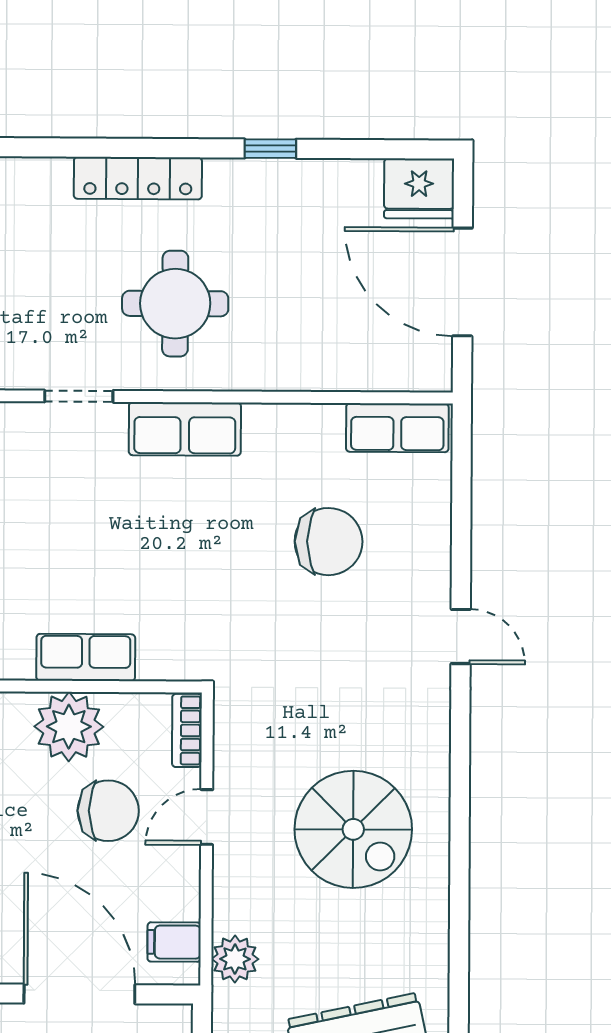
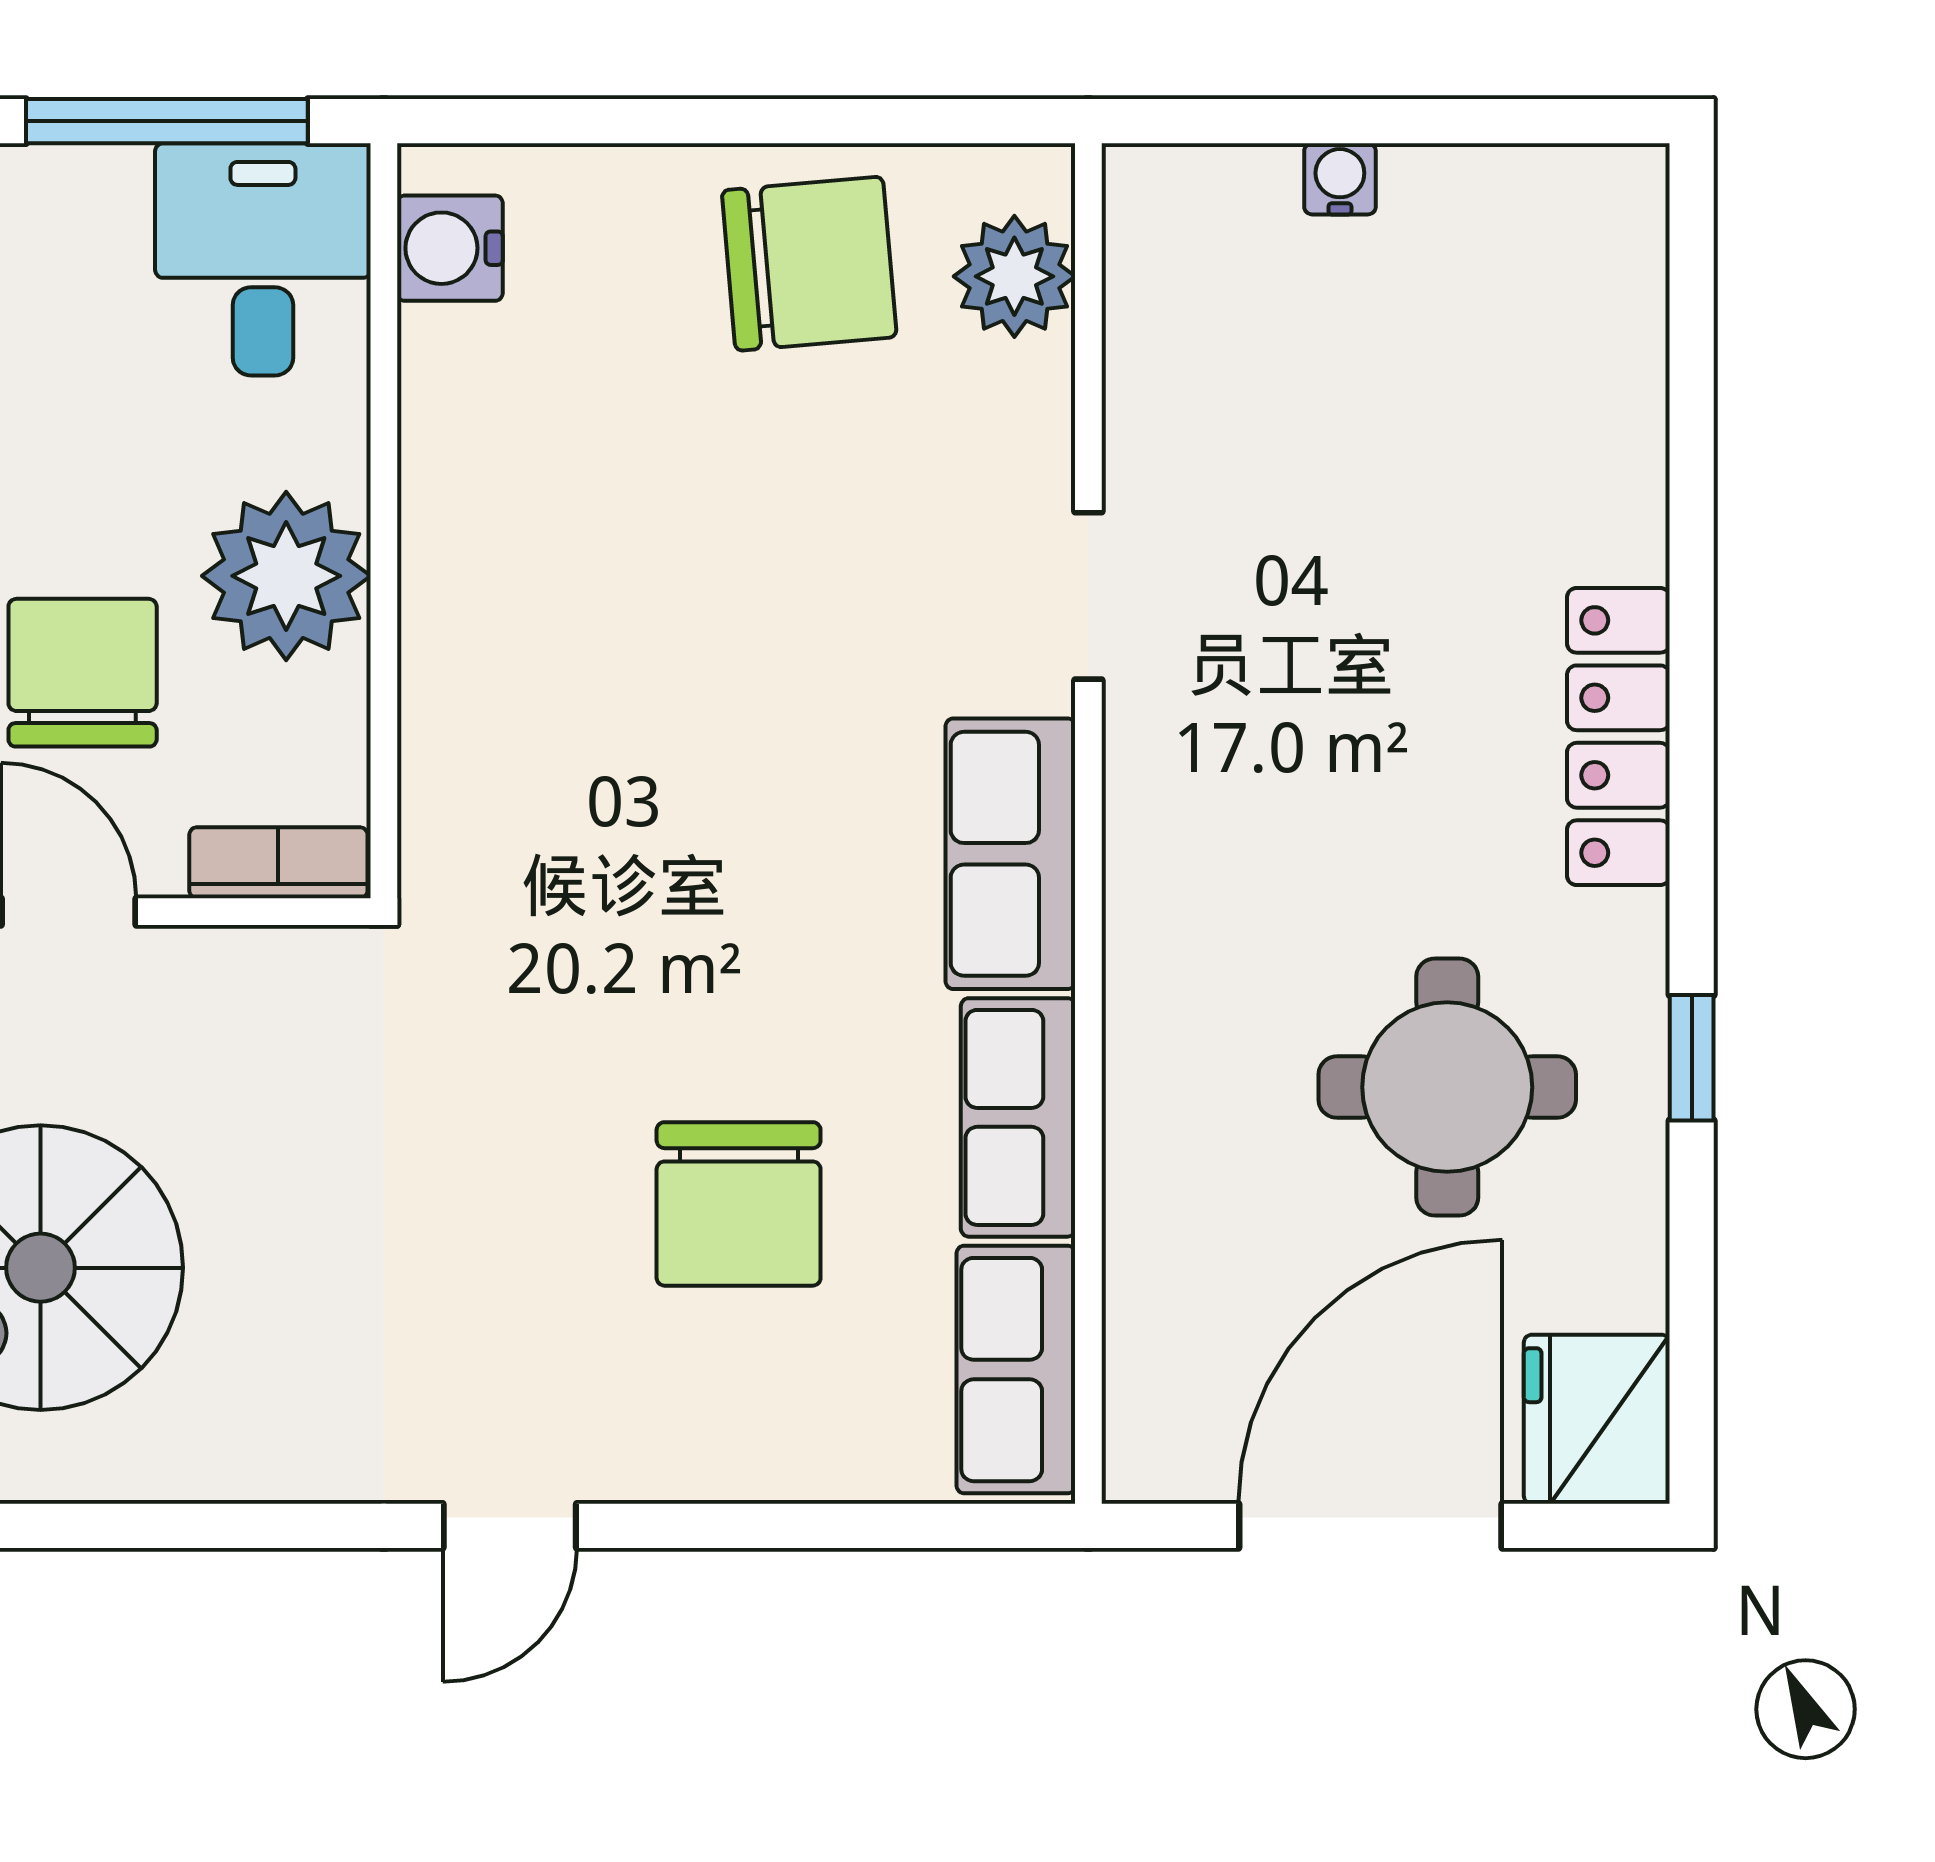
round table: (175, 304) -> (1447, 1087), moved
row of seats: (86, 657) -> (1018, 1117), moved, turned 180
chair: (108, 811) -> (83, 673), turned 180

